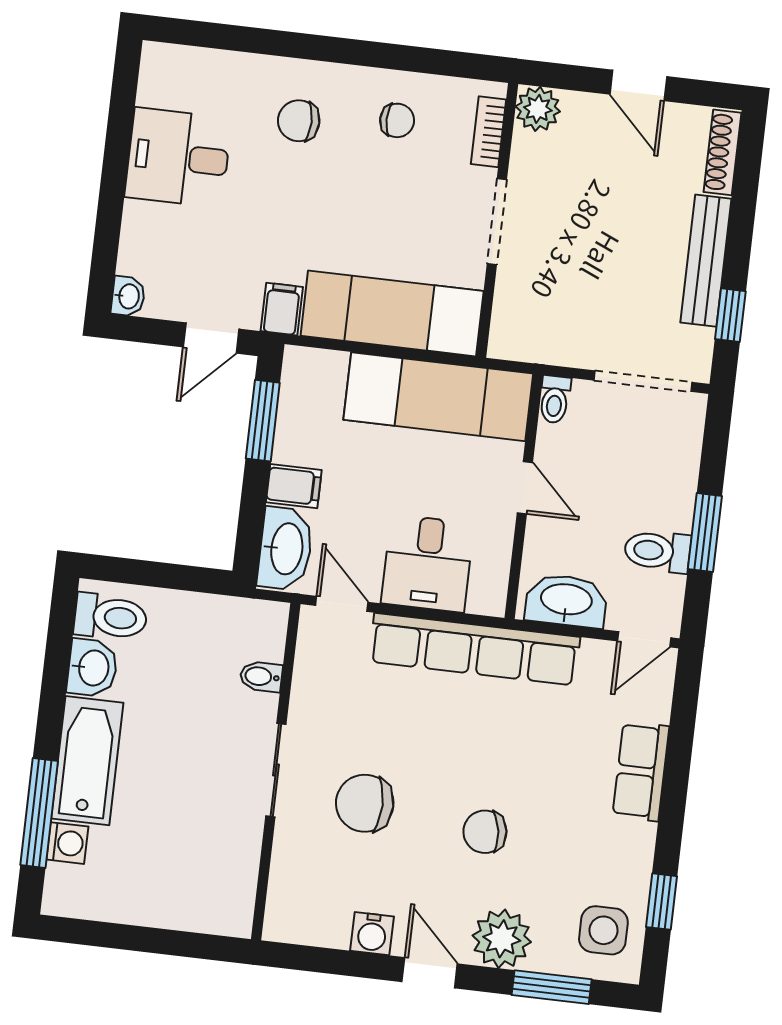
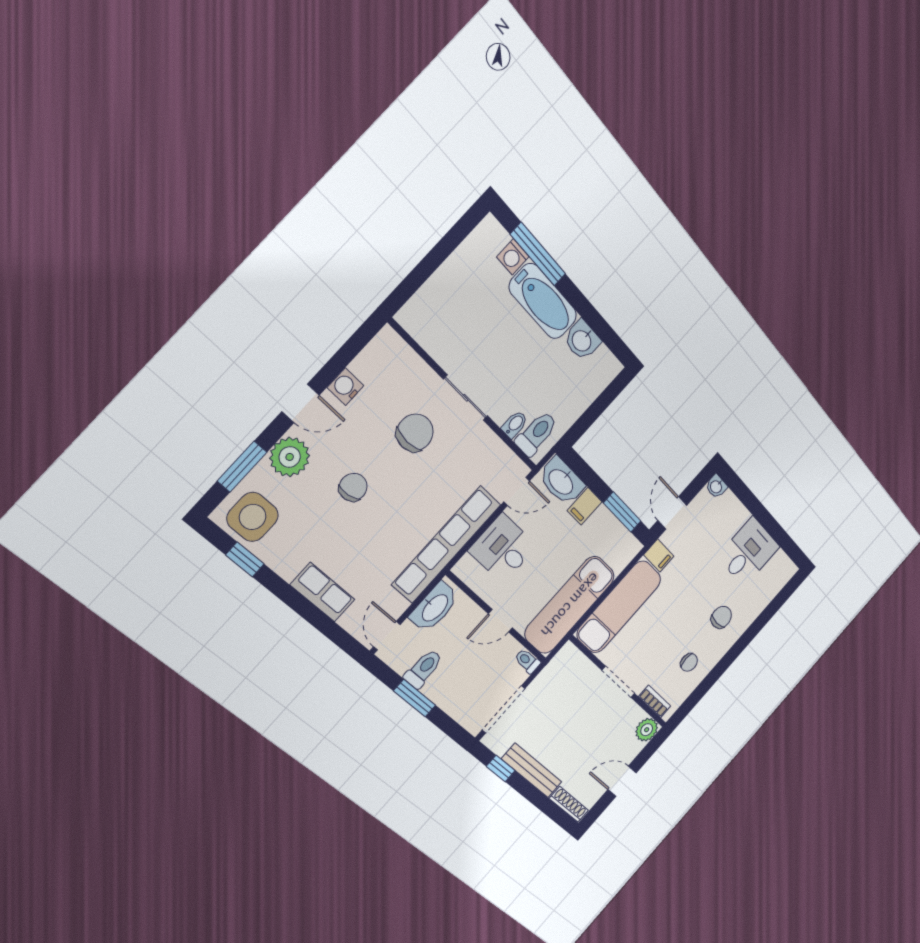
chair: (397, 120) -> (689, 662), turned -90
toilet: (111, 617) -> (536, 434), moved, turned 180
side table: (603, 930) -> (253, 517), width x1.37, depth x1.37

